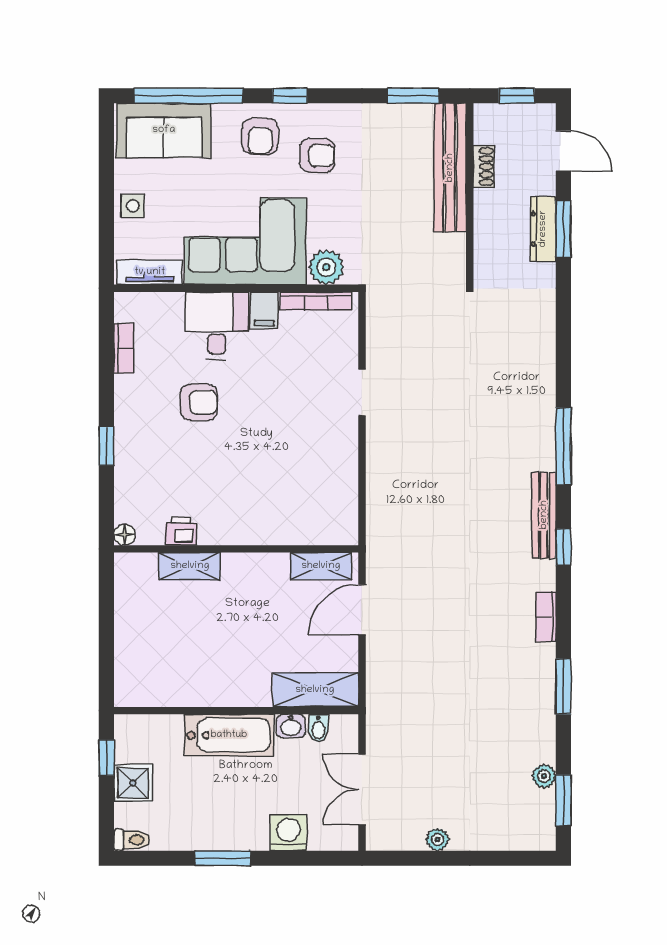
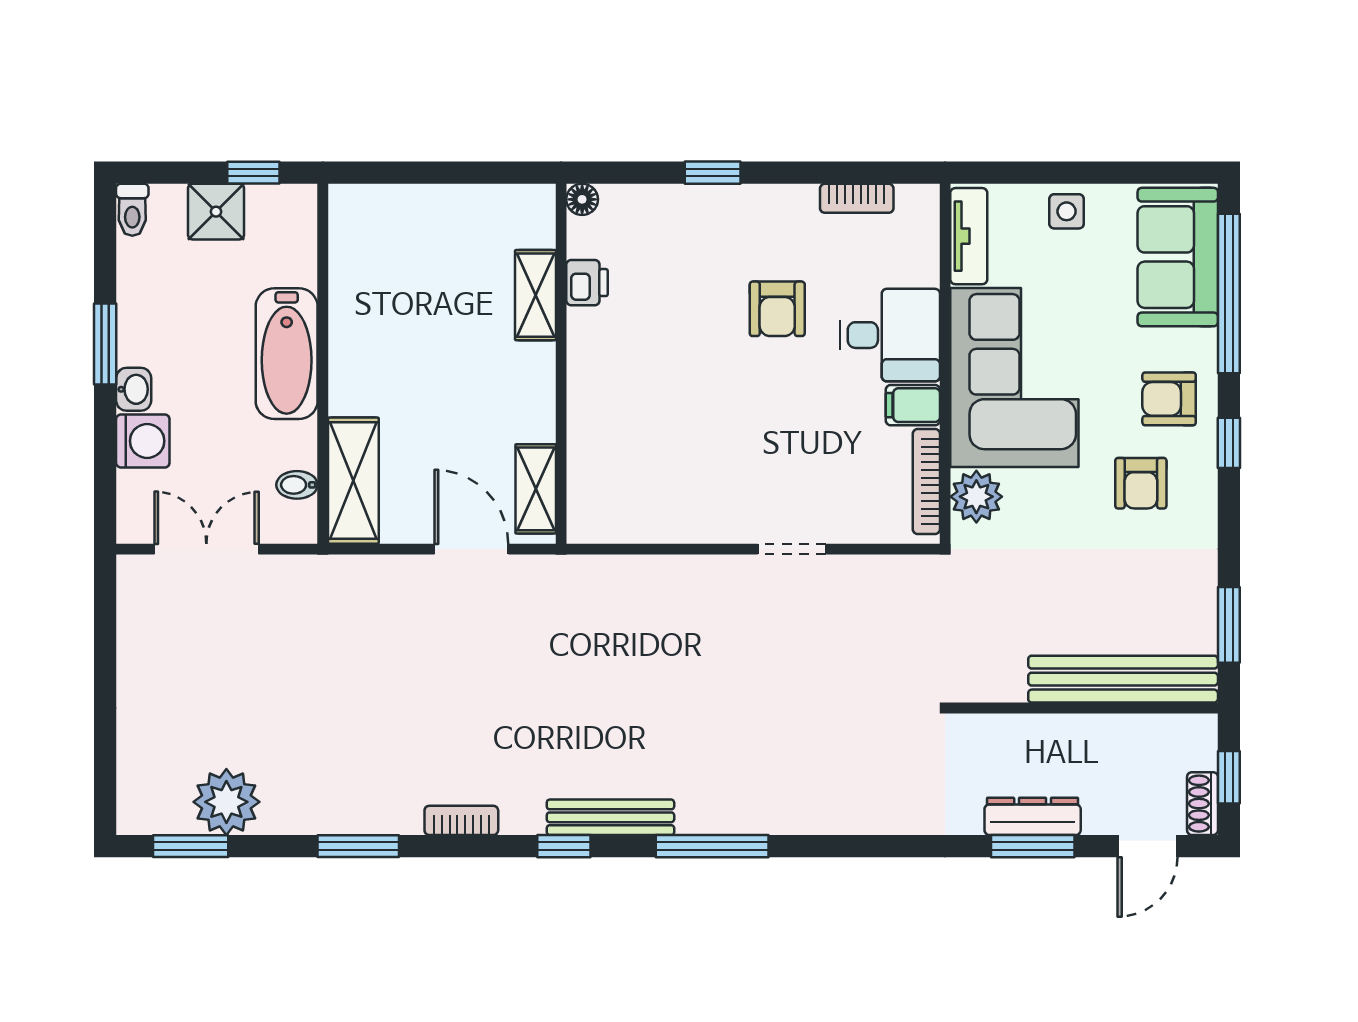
shoe rack: (484, 167) -> (1203, 804), moved, turned 90
washbasin: (291, 726) -> (134, 389), moved, turned 180
plant: (544, 776) -> (226, 802), width x1.87, depth x1.87
plant: (438, 839) -> (133, 661), removed

